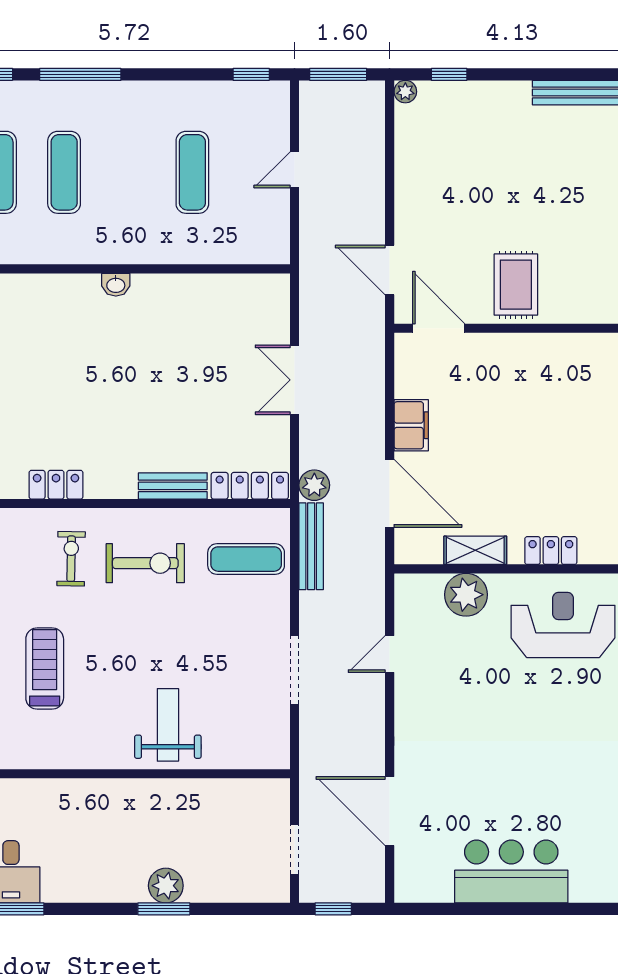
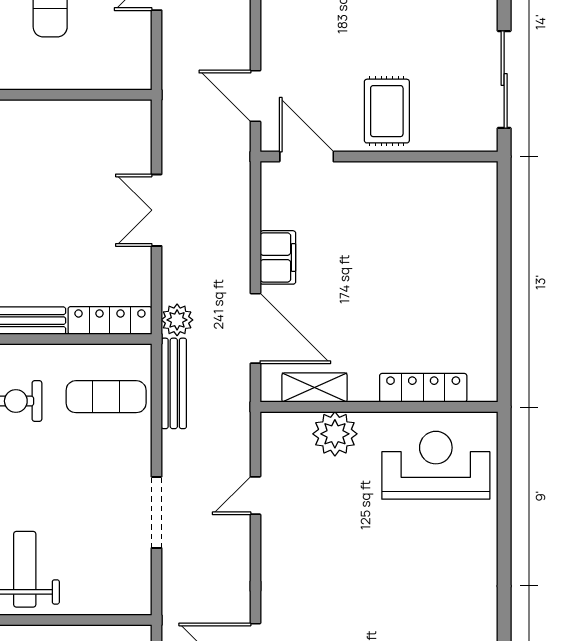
shelving: (475, 550) -> (314, 388), moved
locker: (551, 551) -> (423, 388), width x1.53

